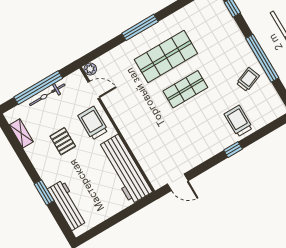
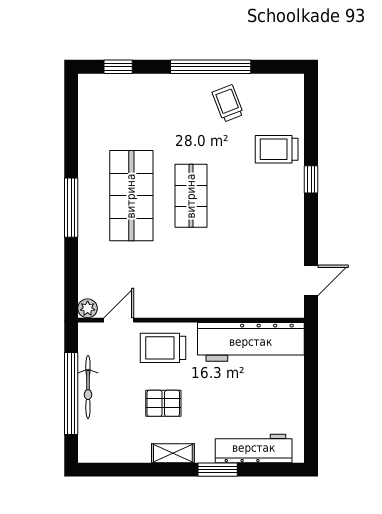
shelving: (21, 133) -> (173, 453), moved

